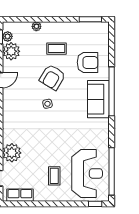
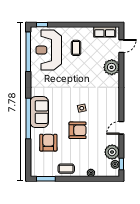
coffee table: (57, 49) -> (66, 169), moved
armchair: (88, 62) -> (48, 143), turned 90
armchair: (52, 77) -> (78, 130), turned 59

